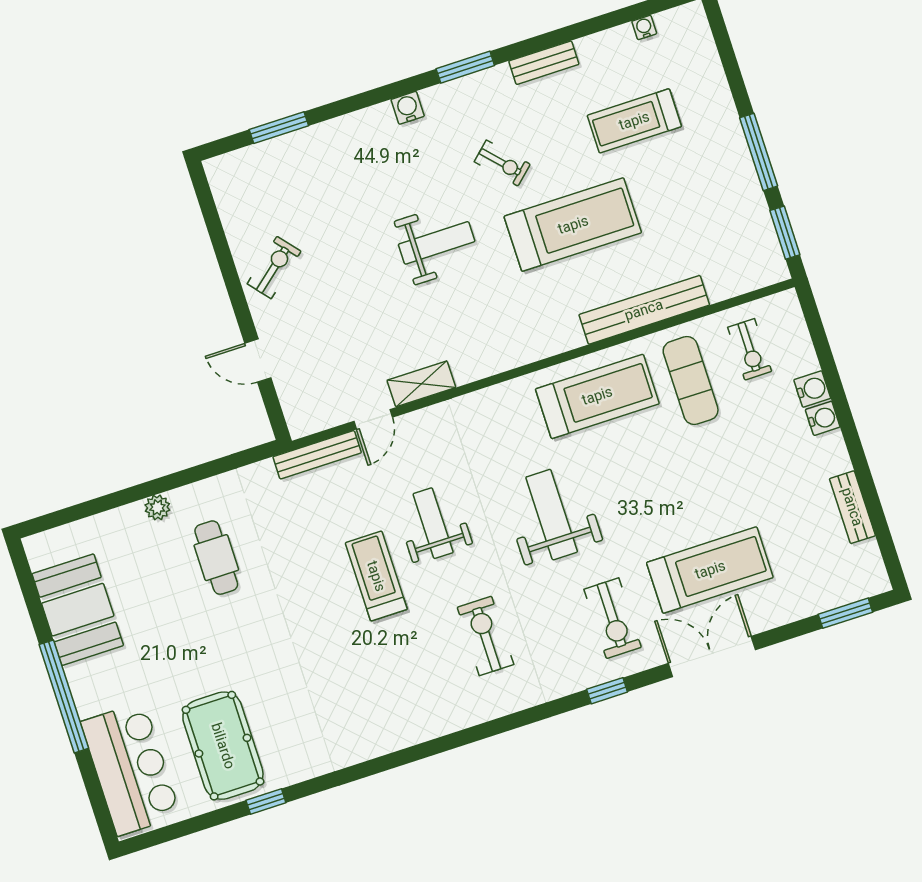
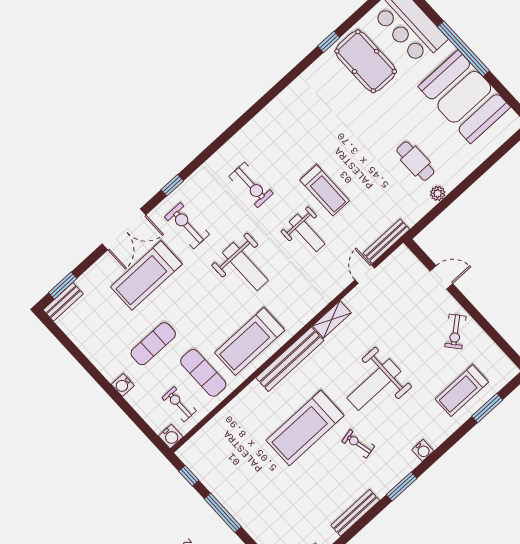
bench: (544, 63) -> (355, 513), width x1.36
treadmill: (634, 121) -> (462, 391), moved, turned 180
exercise bike: (502, 163) -> (358, 444), turned 30
window: (785, 233) -> (189, 476), width x0.67
weight bench: (437, 243) -> (374, 385), width x1.36, depth x1.33
bench: (644, 310) -> (290, 359), moved
shelving: (421, 384) -> (332, 319), moved
water cooler: (812, 389) -> (171, 436), moved, turned -90
exercise mat: (747, 461) -> (153, 344), added
plant: (157, 507) -> (438, 193), moved
bench: (852, 507) -> (63, 302), moved, turned 90
booth: (78, 610) -> (464, 97), width x1.36, depth x1.42

